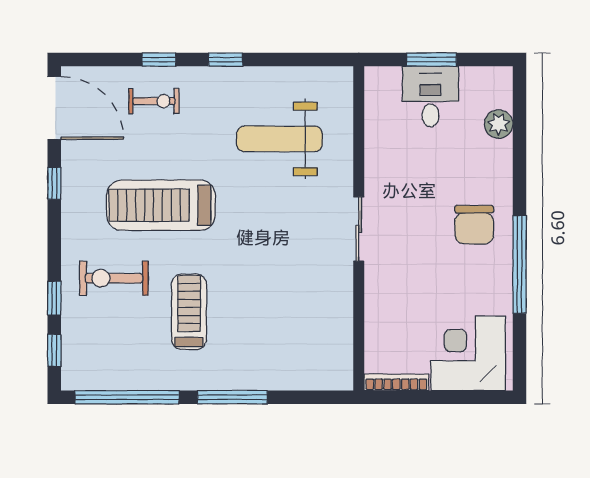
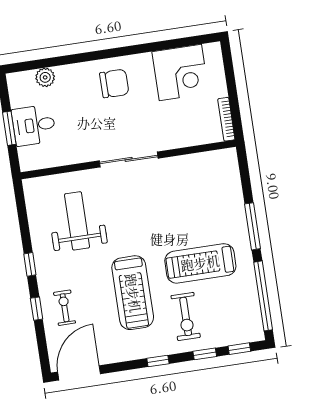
weight bench: (280, 139) -> (77, 221), turned 180
window: (54, 183) -> (158, 361), moved
sliding door: (359, 229) -> (129, 159), width x1.37
window: (520, 264) -> (136, 49), removed
treadmill: (189, 312) -> (200, 263), width x1.37, depth x1.37
corner desk: (468, 353) -> (180, 72), moved, turned -90

